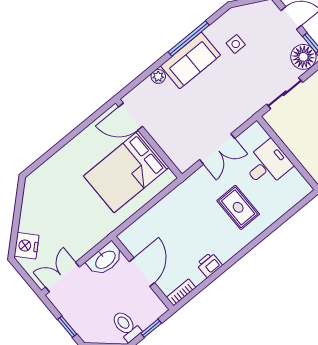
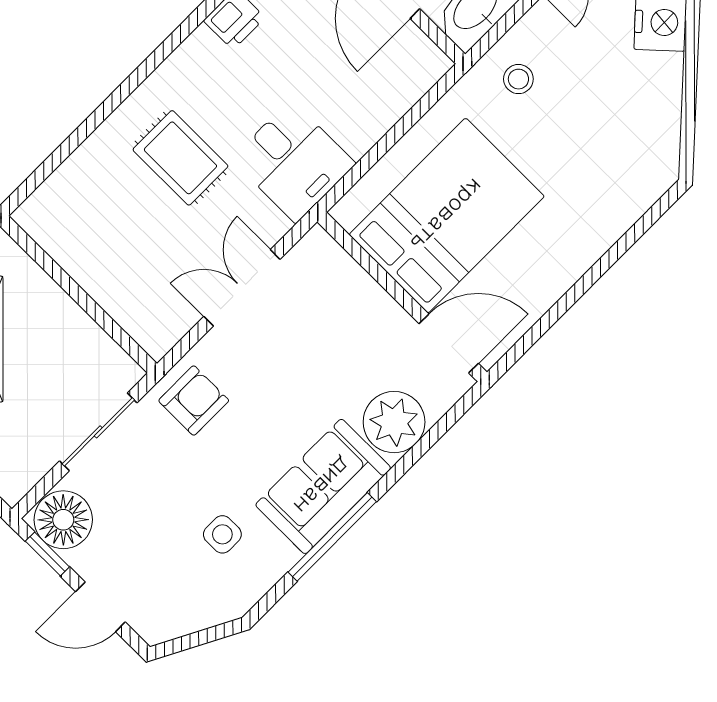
plant: (158, 76) -> (394, 422), width x1.88, depth x1.88
armchair: (243, 103) -> (194, 401), added
desk: (267, 164) -> (293, 161), moved, turned -90
stool: (90, 227) -> (518, 79), added

